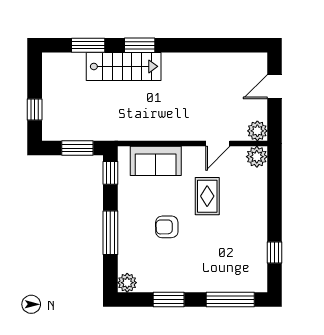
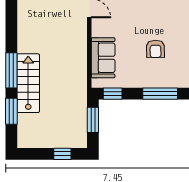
window: (140, 45) -> (11, 70), width x1.44
rug: (207, 196) -> (131, 17), removed

